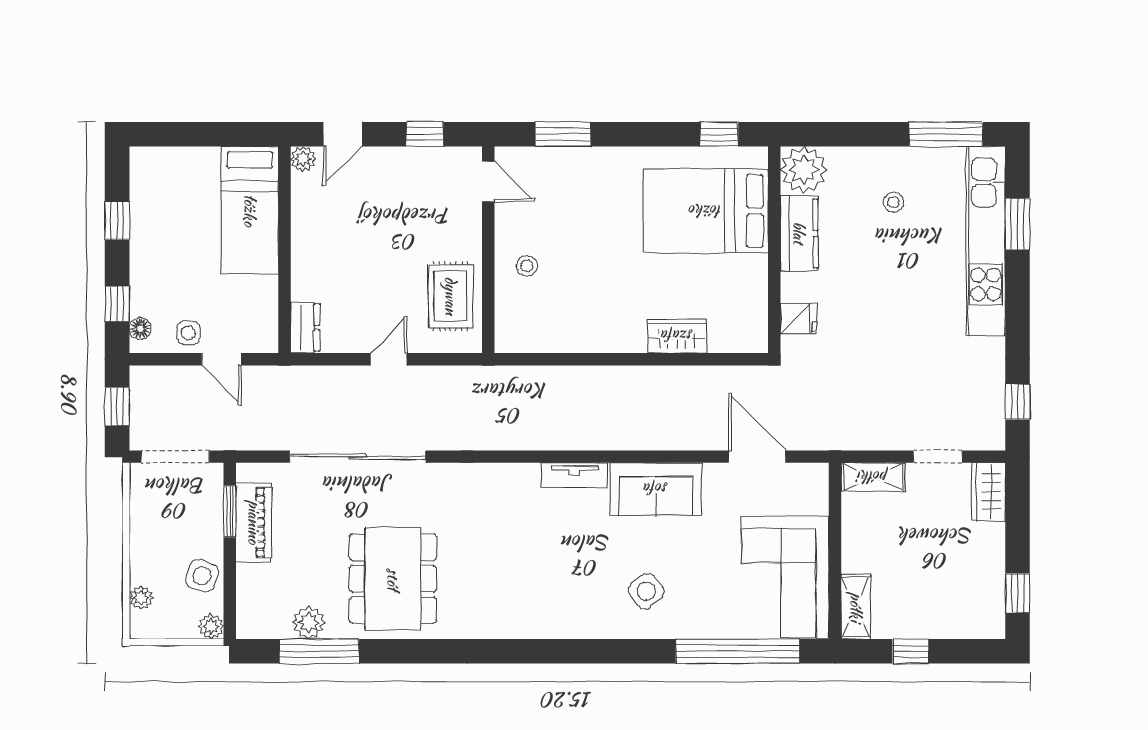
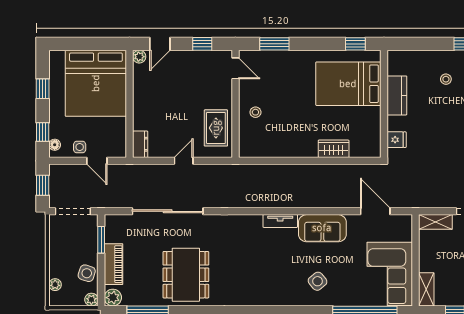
plant: (804, 170) -> (399, 62), removed
bed: (250, 210) -> (96, 83), width x2.04
piano: (254, 522) -> (113, 264), moved
plant: (309, 623) -> (113, 298), moved

